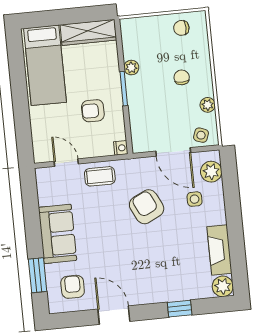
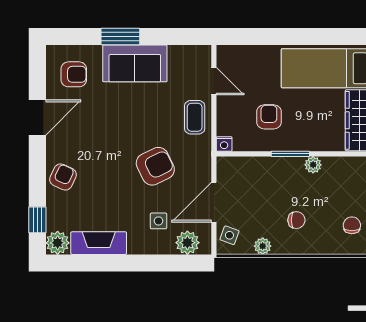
door: (66, 163) -> (214, 81), hinge flipped
window: (38, 275) -> (120, 36), moved
armchair: (164, 287) -> (63, 177), added
window: (180, 309) -> (37, 220), moved

